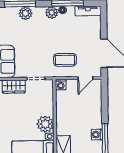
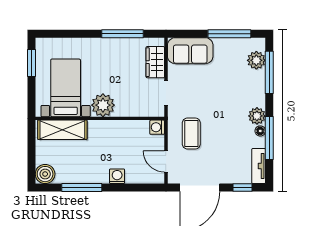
plant: (26, 13) -> (256, 60), moved
window: (104, 22) -> (243, 188), added
washing machine: (97, 135) -> (117, 176), moved

